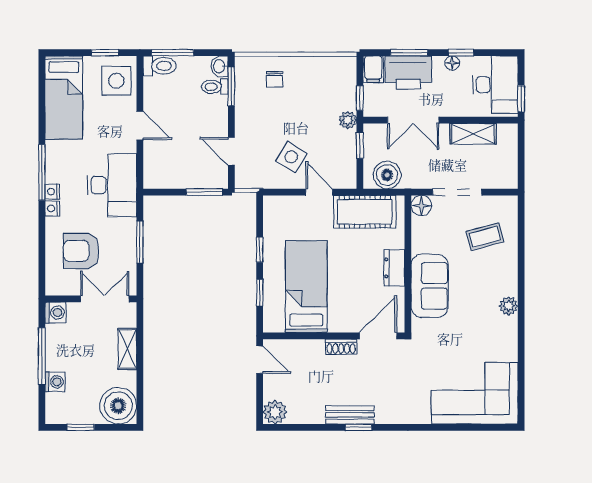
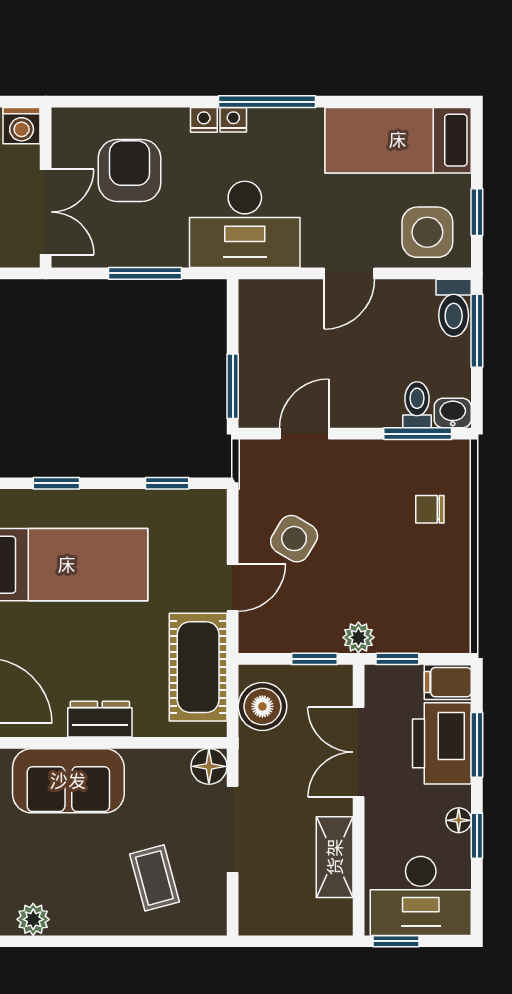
window: (260, 250) -> (167, 483), moved

